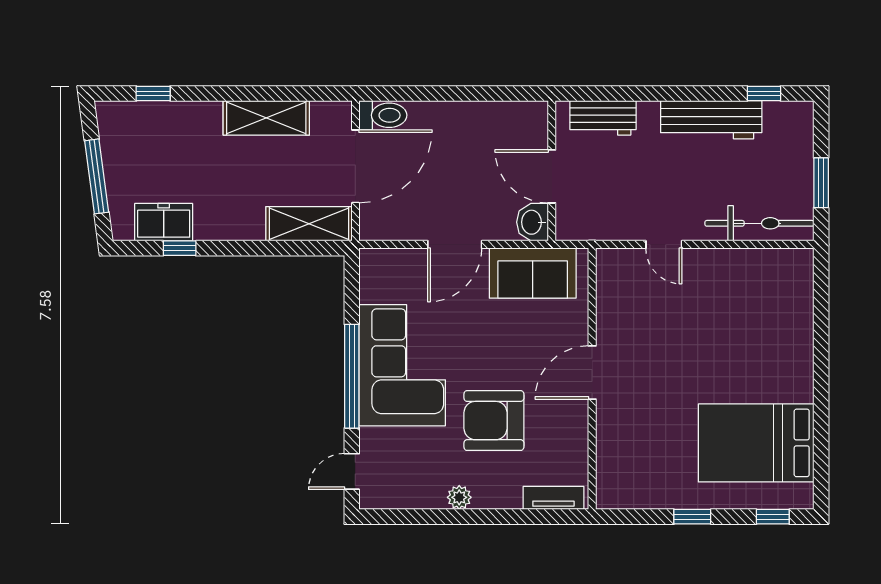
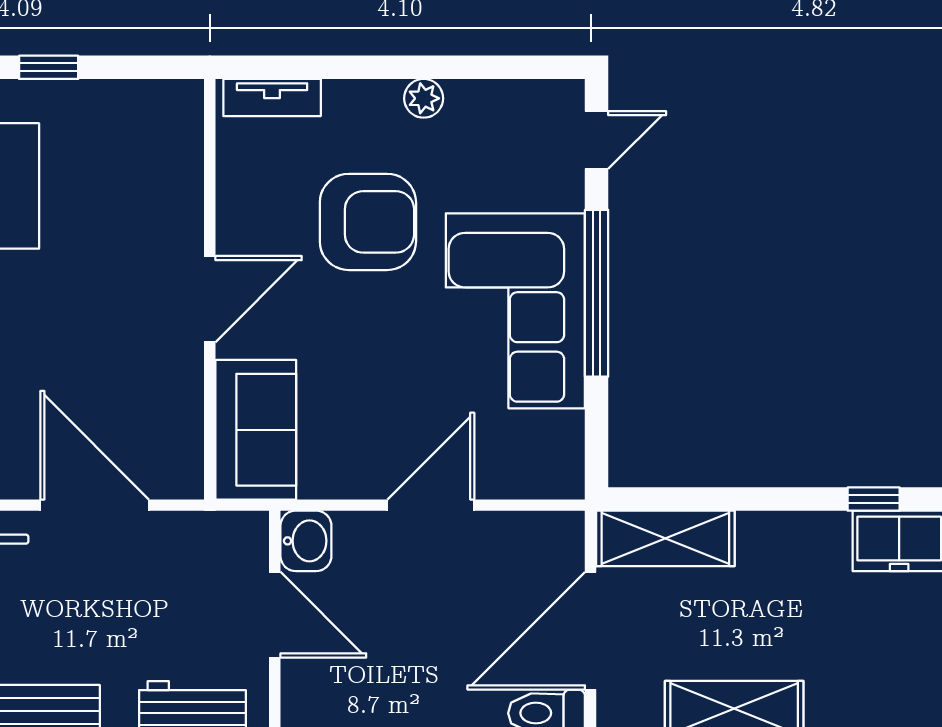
door: (664, 244) -> (95, 505), width x1.87
sofa: (533, 273) -> (256, 430), moved, turned 90

